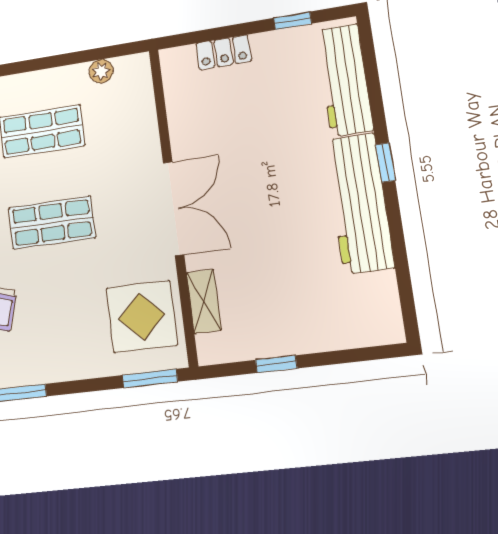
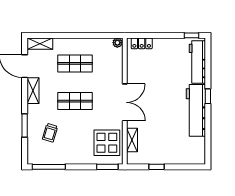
window: (293, 21) -> (192, 35), moved
locker: (223, 52) -> (142, 43), moved
plant: (101, 71) -> (117, 43), moved

